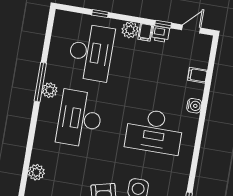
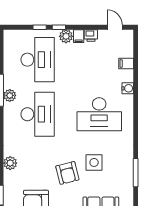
window: (163, 24) -> (59, 27), moved
door: (191, 29) -> (115, 27), hinge flipped
desk: (80, 119) -> (38, 114), turned 180

